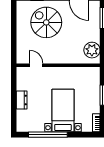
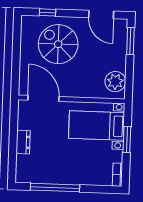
door: (36, 65) -> (43, 98), width x1.88
bed with nightstands: (63, 111) -> (97, 126), moved, turned -90

